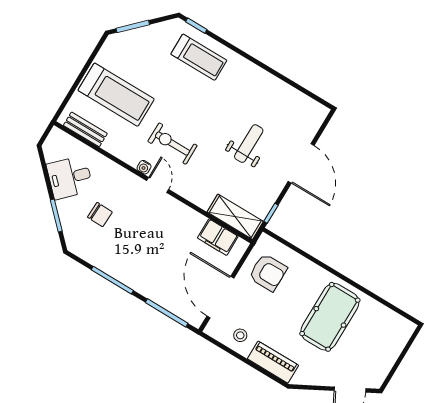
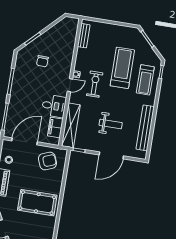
bench: (278, 89) -> (145, 128), added
treadmill: (116, 95) -> (122, 68), moved, turned 180
desk: (70, 177) -> (54, 106), moved, turned 135
shelving: (235, 217) -> (71, 125), width x1.47
armchair: (268, 272) -> (47, 161), turned -112

